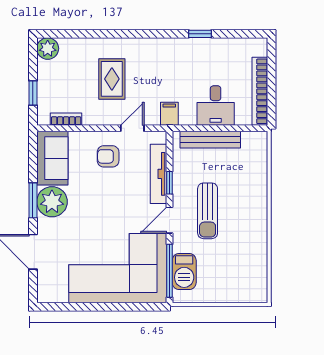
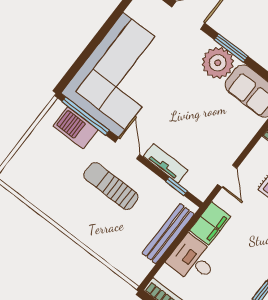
filing cabinet: (169, 114) -> (210, 223), width x2.00
armchair: (108, 156) -> (219, 138), removed
tv unit: (159, 174) -> (166, 163), width x0.71
window: (169, 183) -> (177, 186), moved

